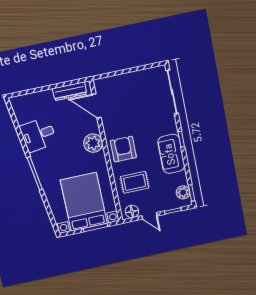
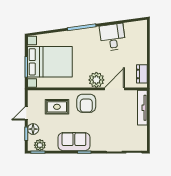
tv unit: (115, 81) -> (142, 108), added
dresser: (70, 91) -> (142, 74), width x0.70
door: (96, 106) -> (114, 89), moved
armchair: (123, 149) -> (86, 103), turned 90
rug: (135, 182) -> (57, 107), turned 90
floor lamp: (132, 212) -> (33, 129), moved

